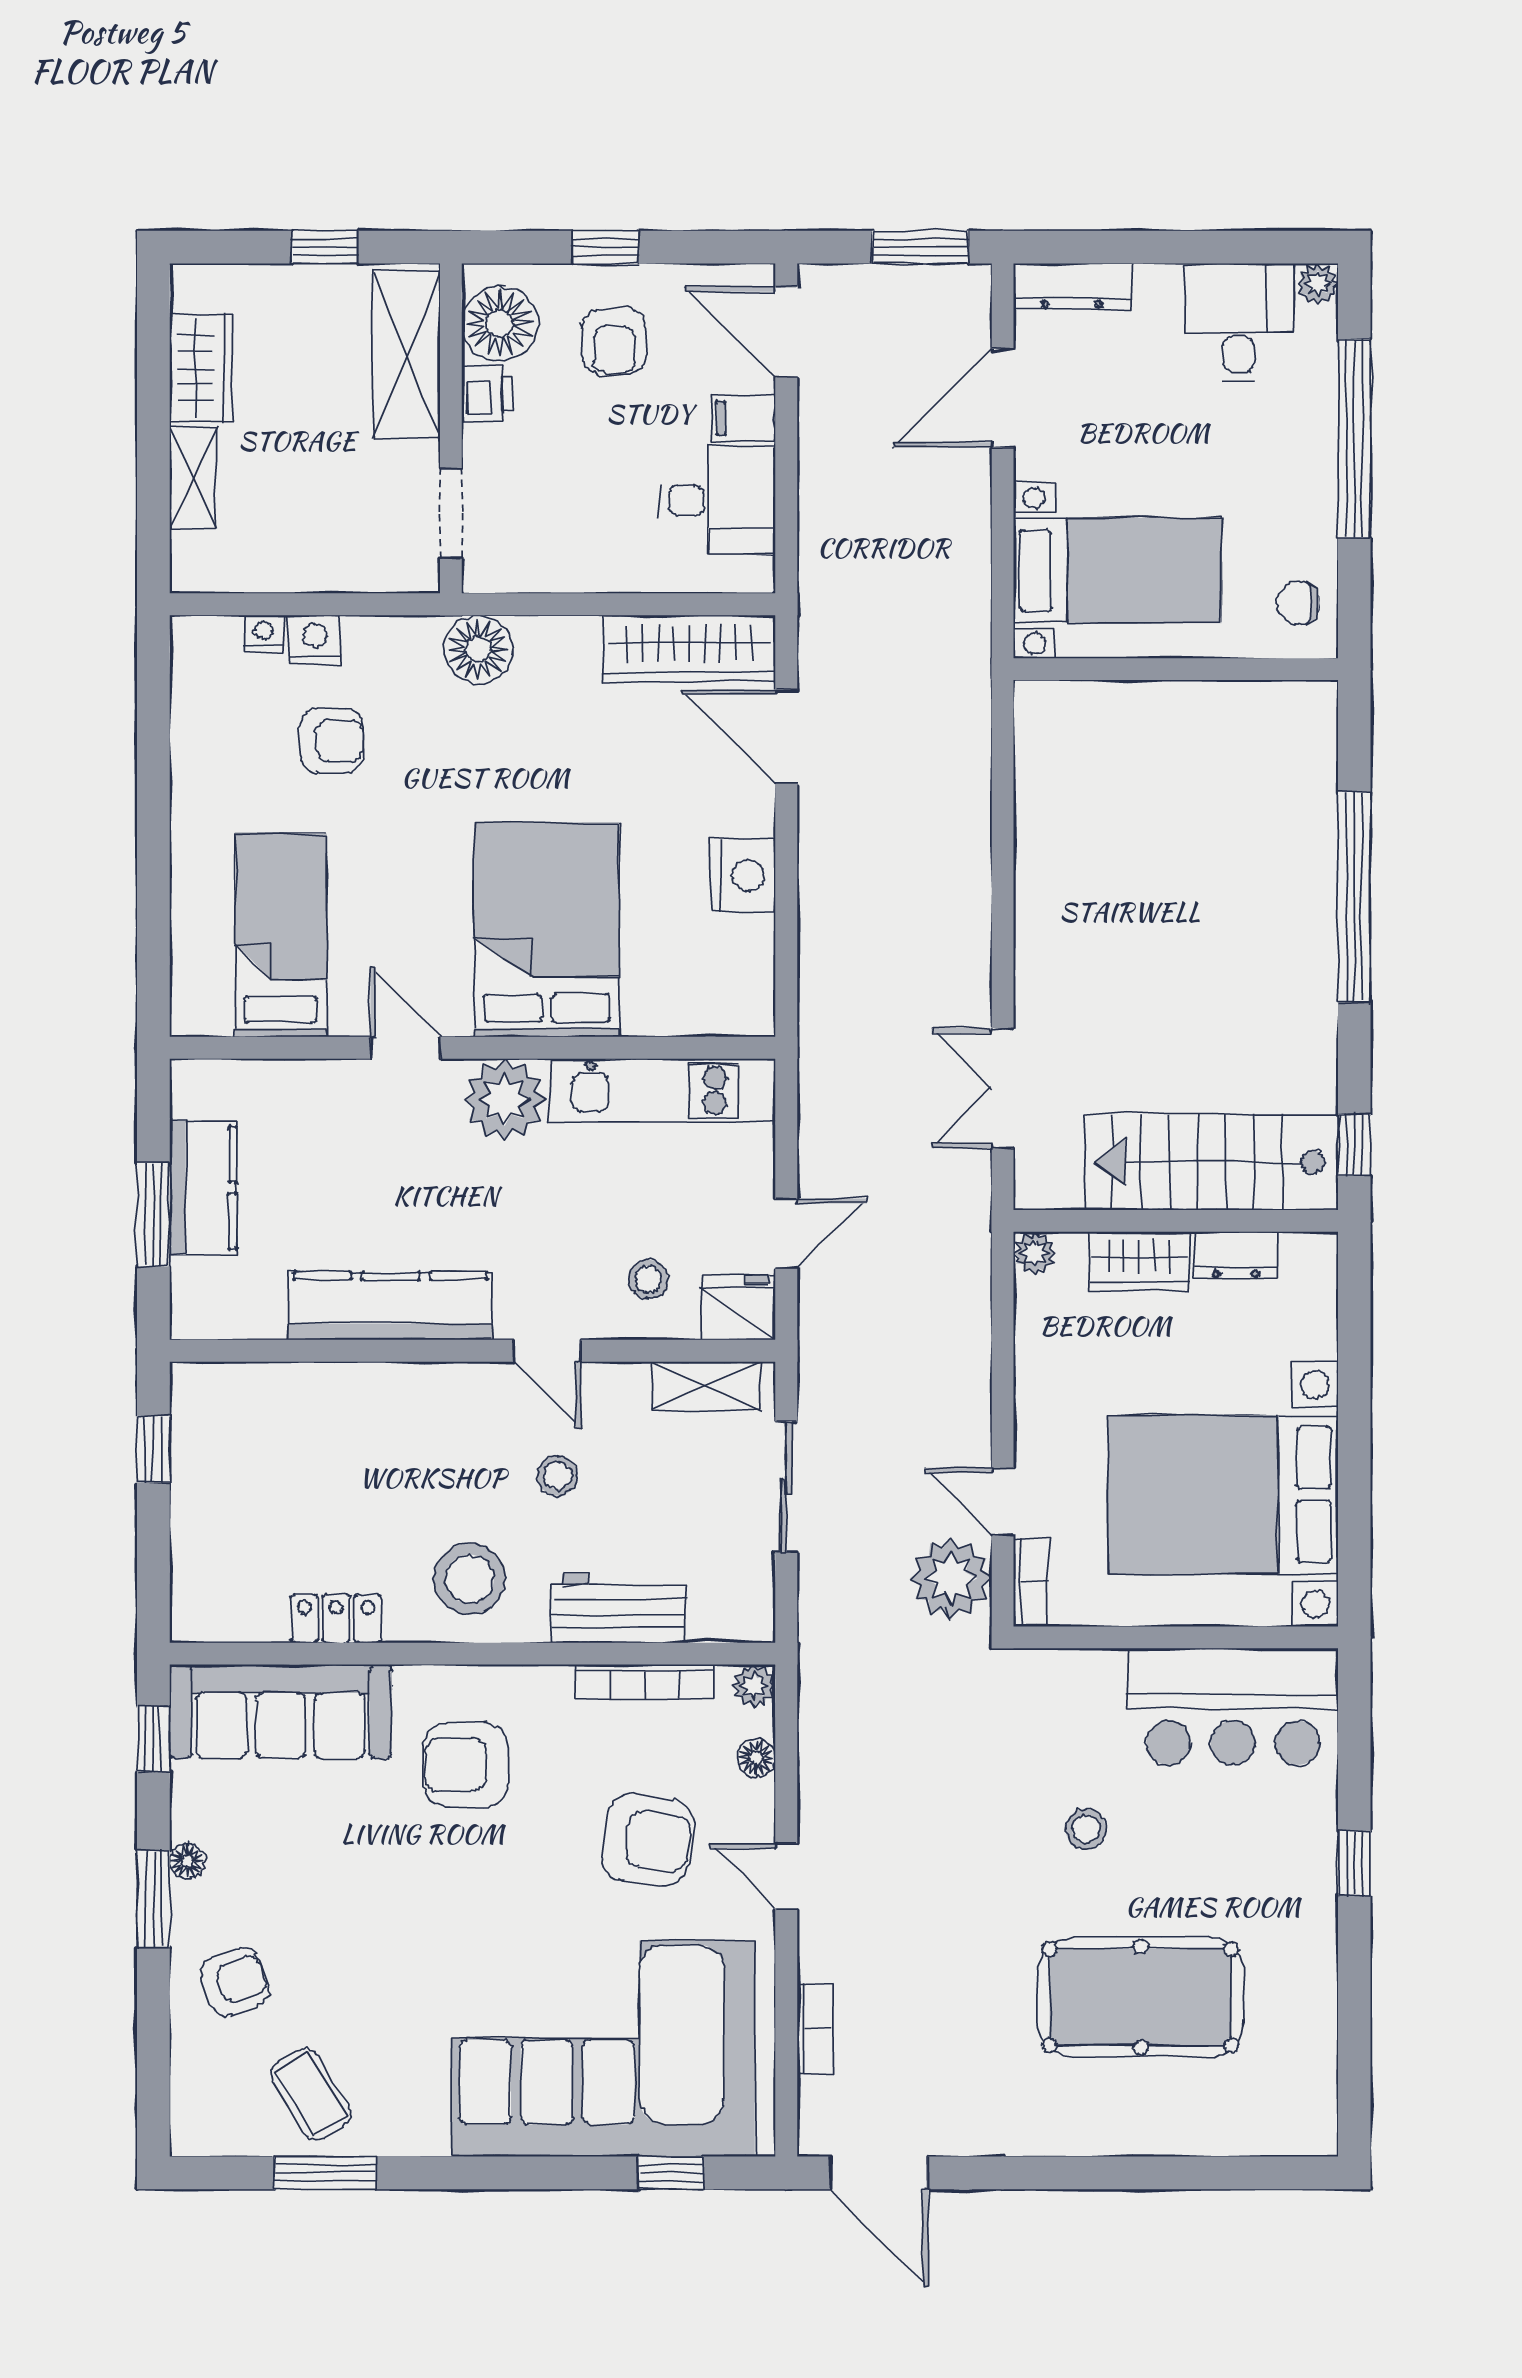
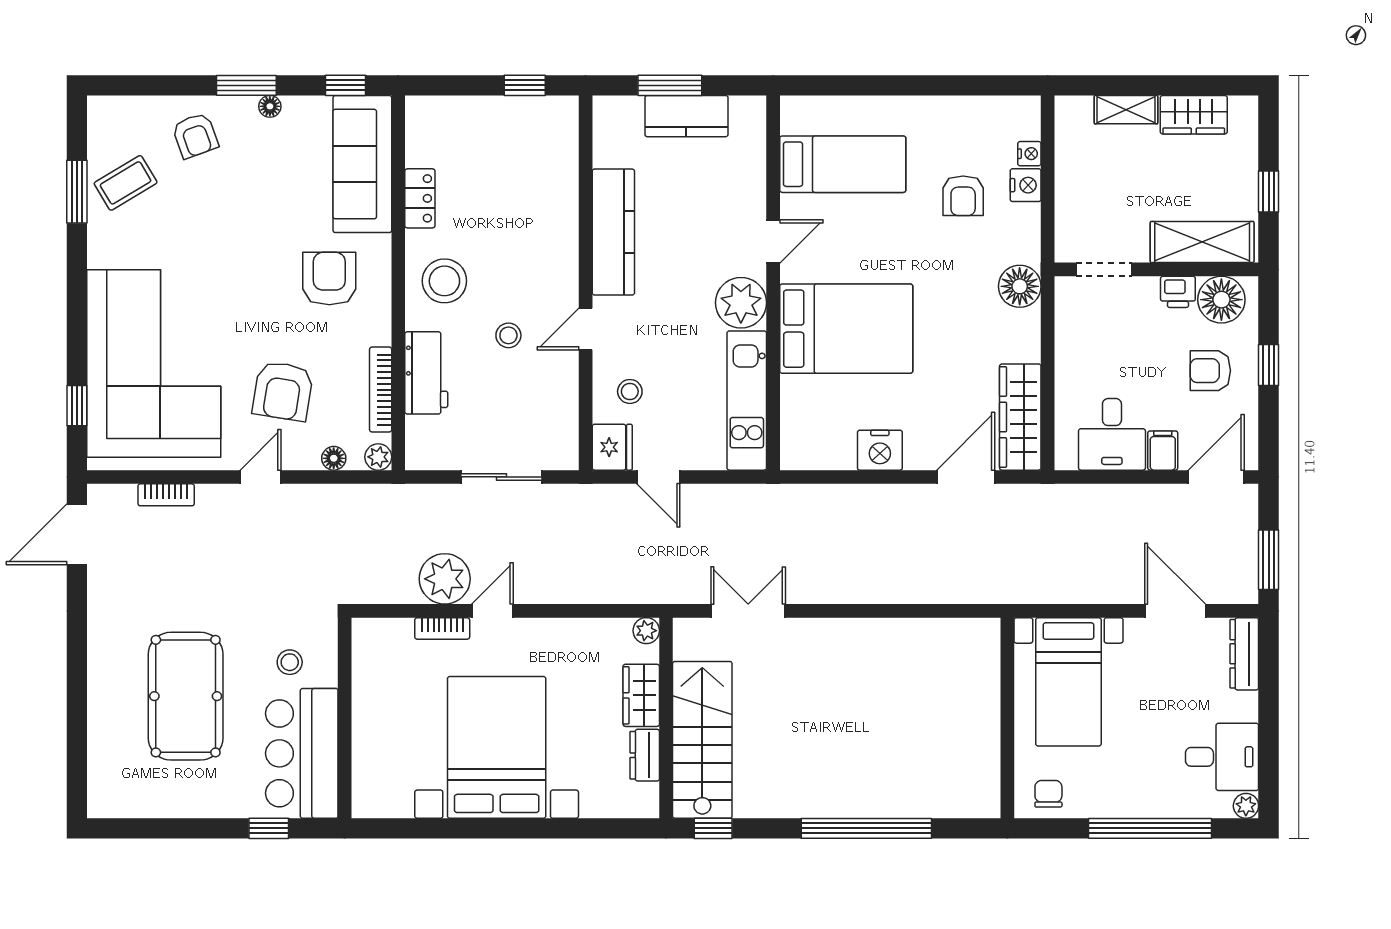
shelving: (706, 1386) -> (564, 427), removed
wall: (1176, 1637) -> (345, 718), moved
bar counter: (1233, 1707) -> (302, 753), moved

